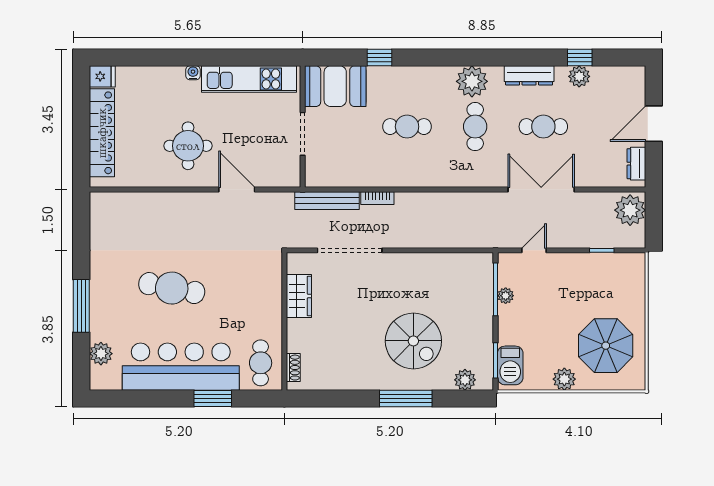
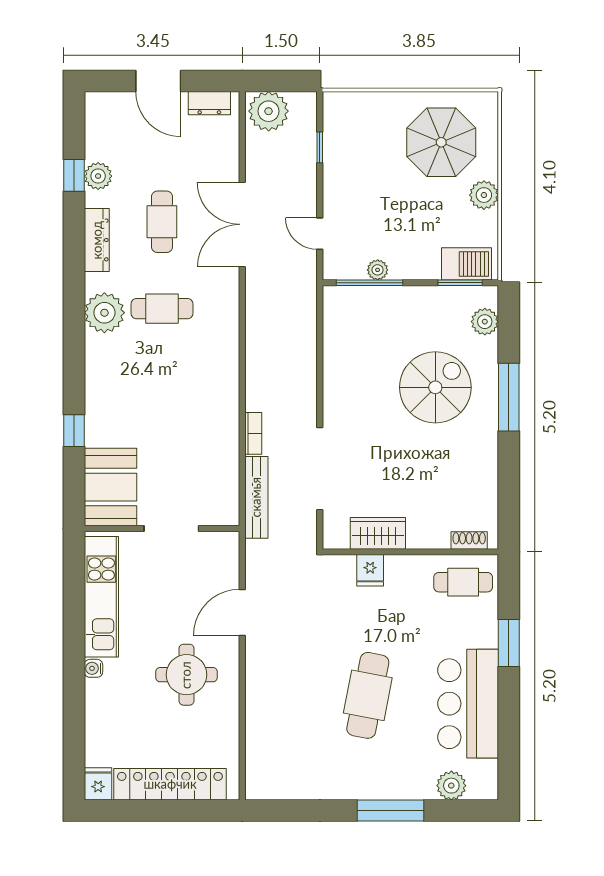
cafe table: (407, 127) -> (162, 395), removed
fridge: (270, 290) -> (370, 570), added
bar counter: (181, 367) -> (468, 704), width x0.73

